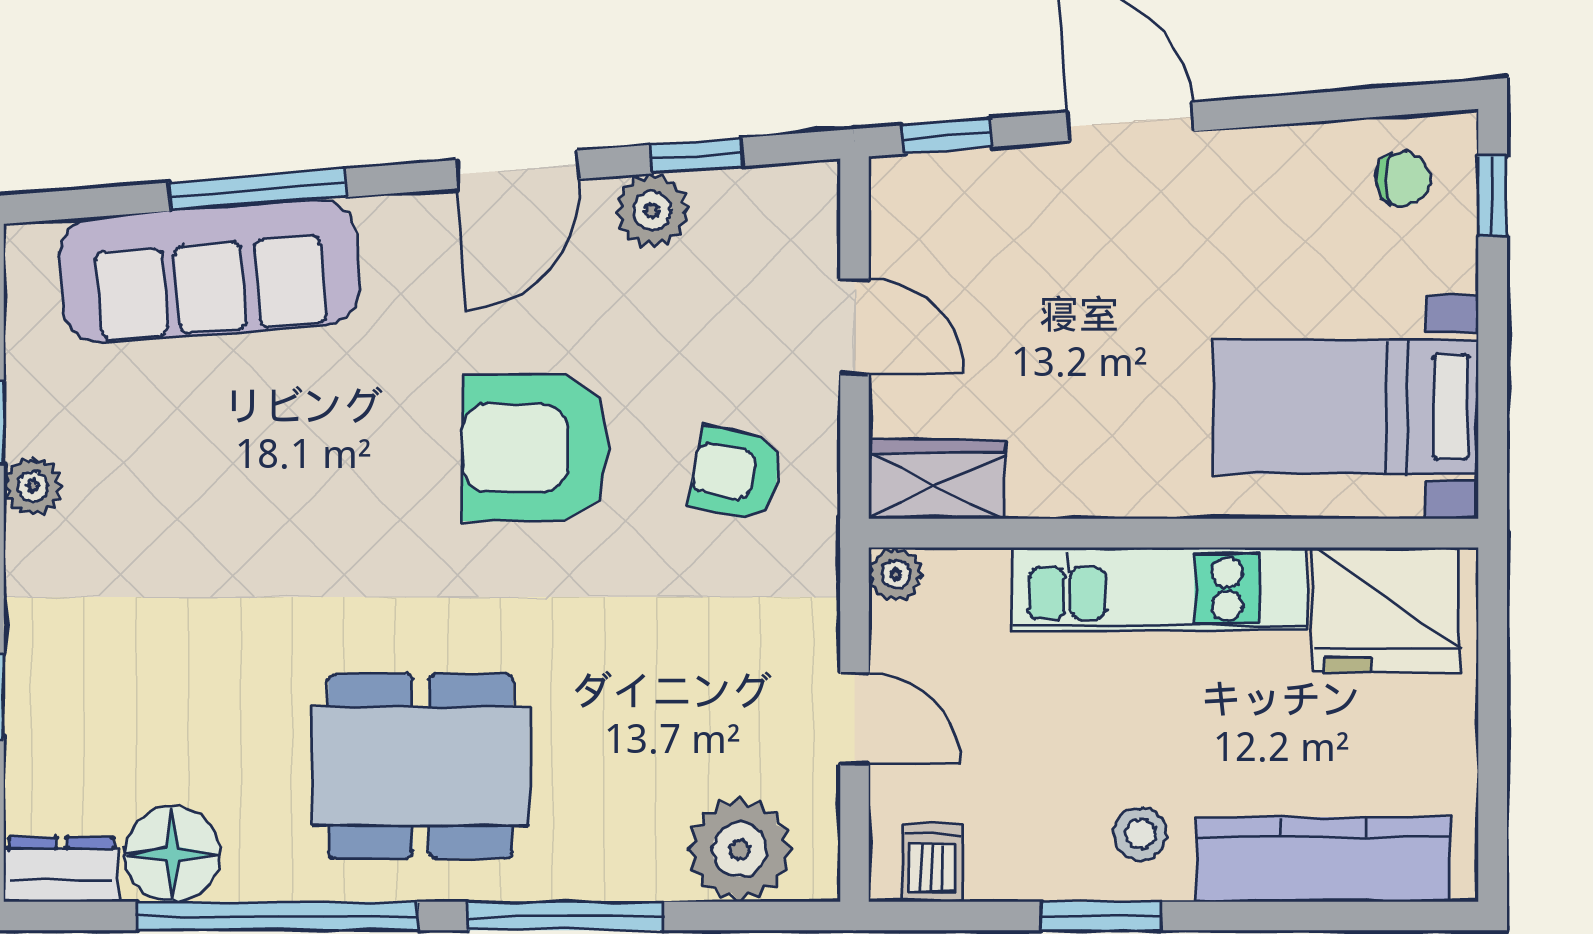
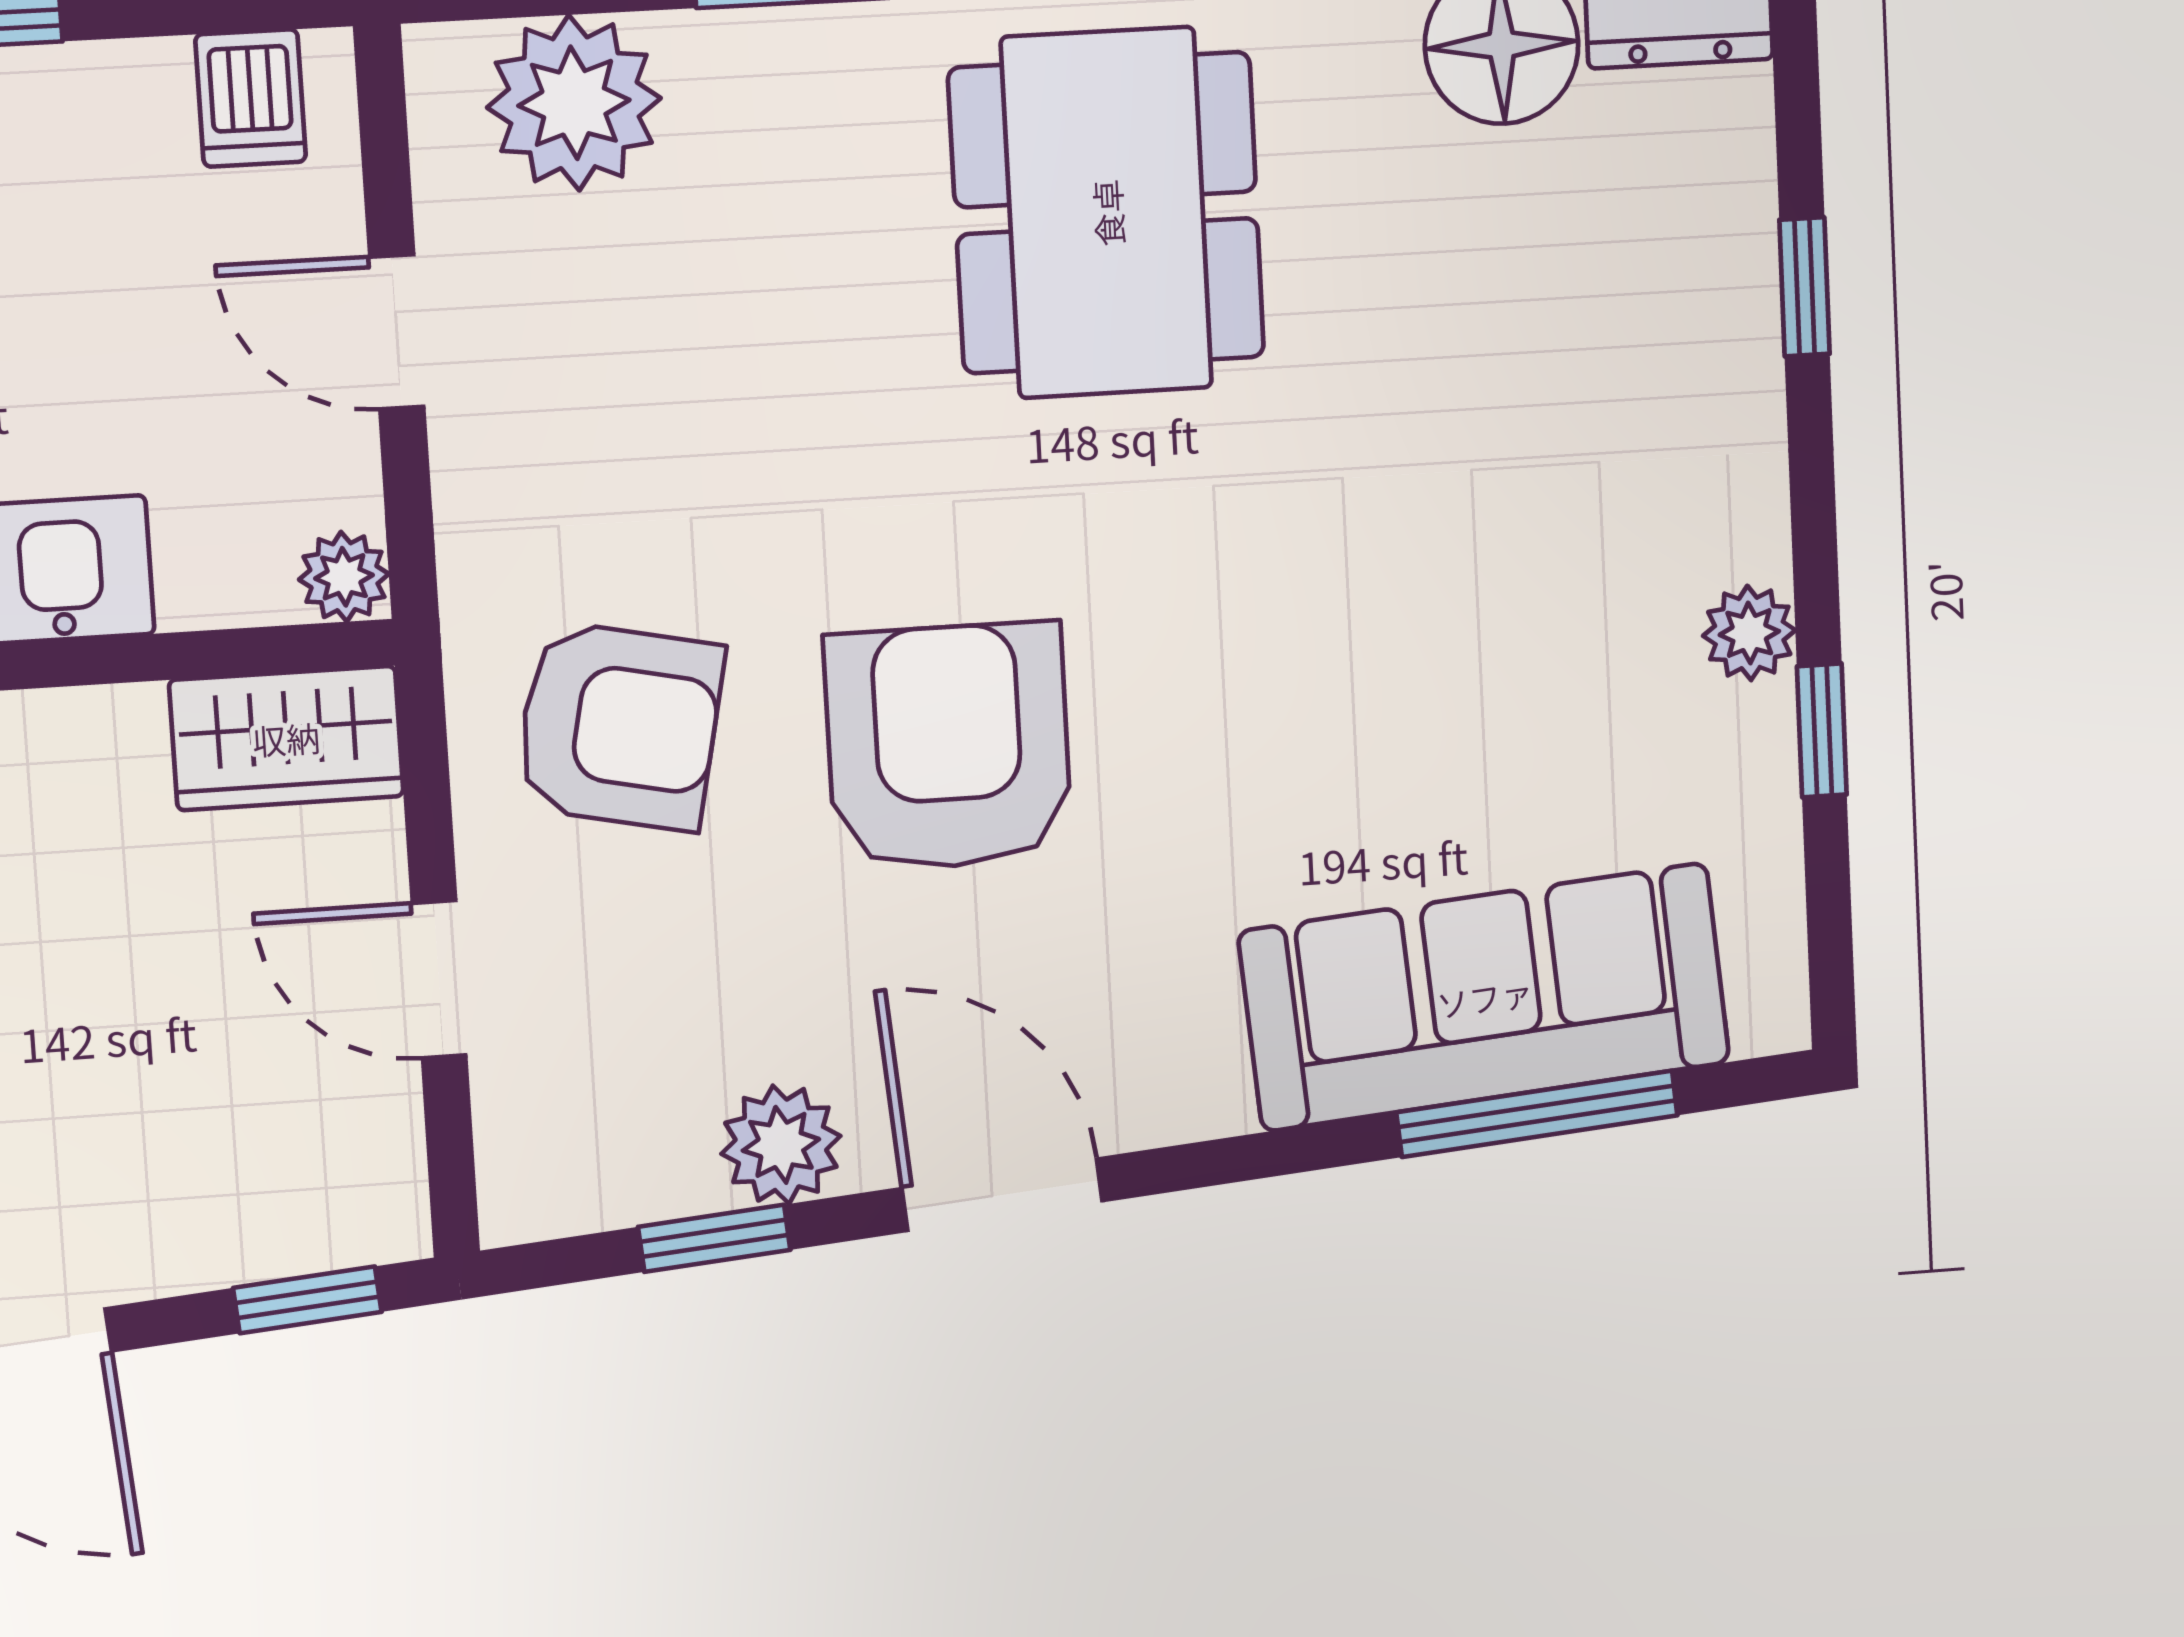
door: (517, 170) -> (1002, 1195), hinge flipped
window: (257, 190) -> (1537, 1114), moved
armchair: (535, 448) -> (948, 747), turned -90
armchair: (736, 474) -> (619, 726), width x1.38, depth x1.38
dining table: (421, 766) -> (1107, 213), turned 90

